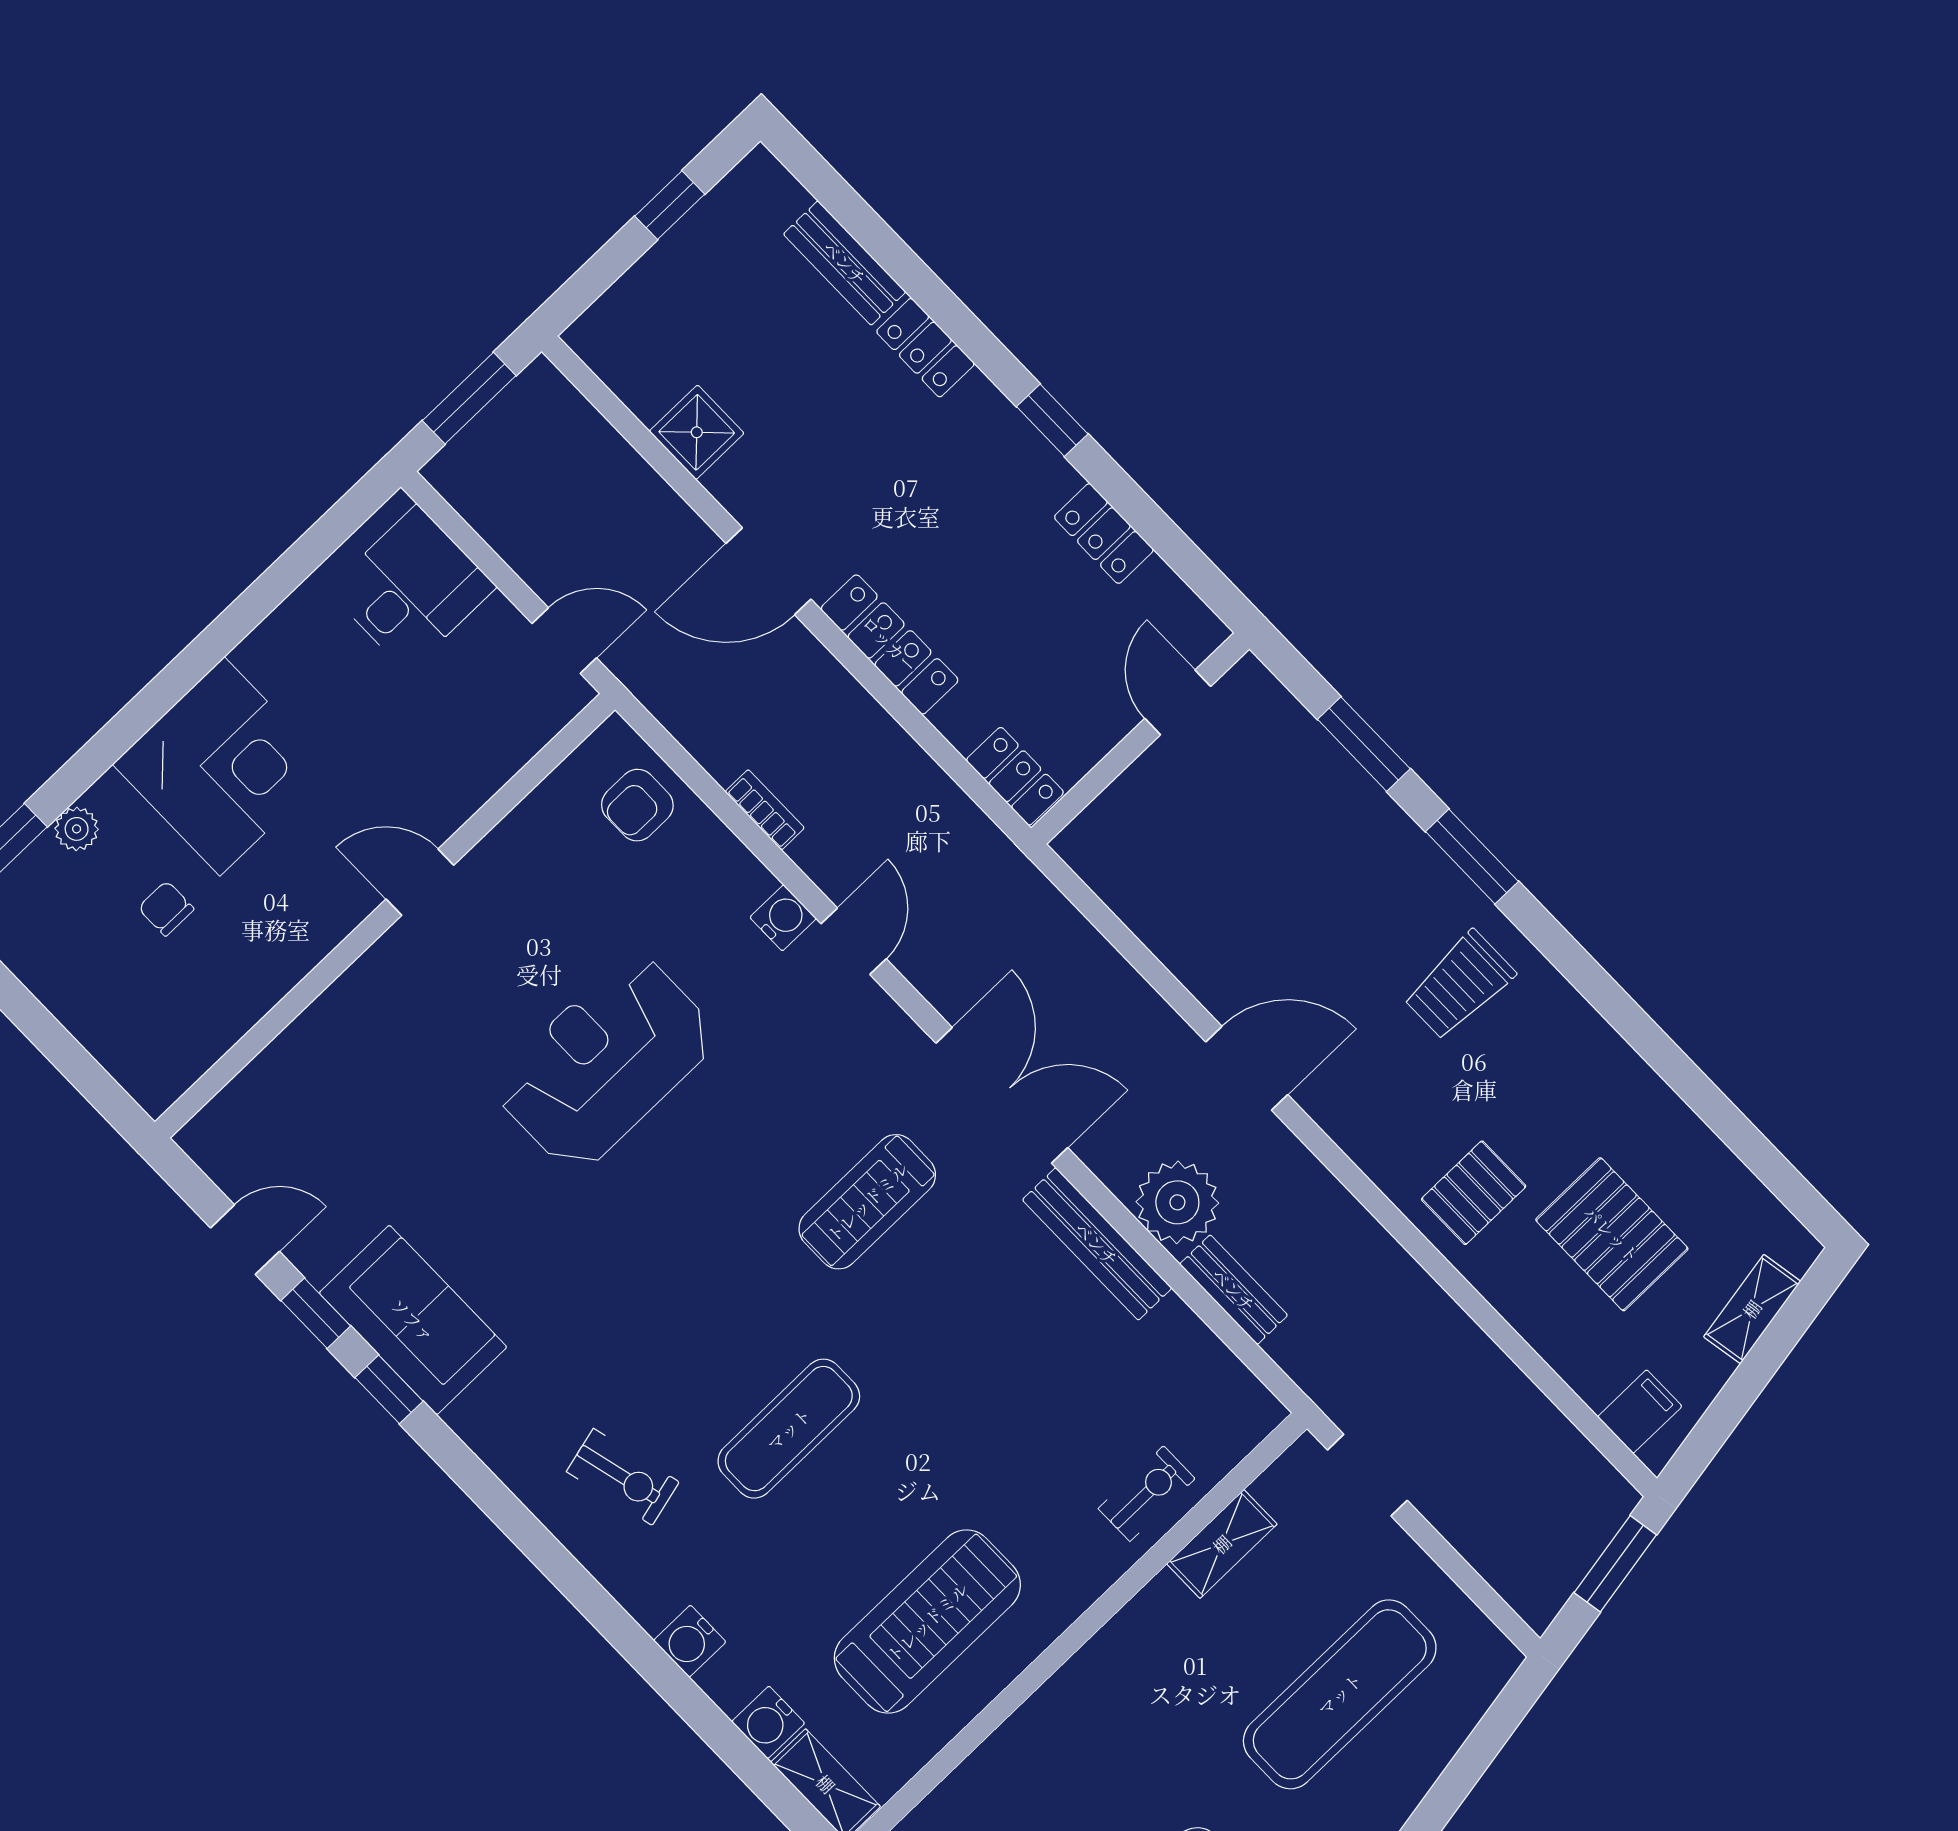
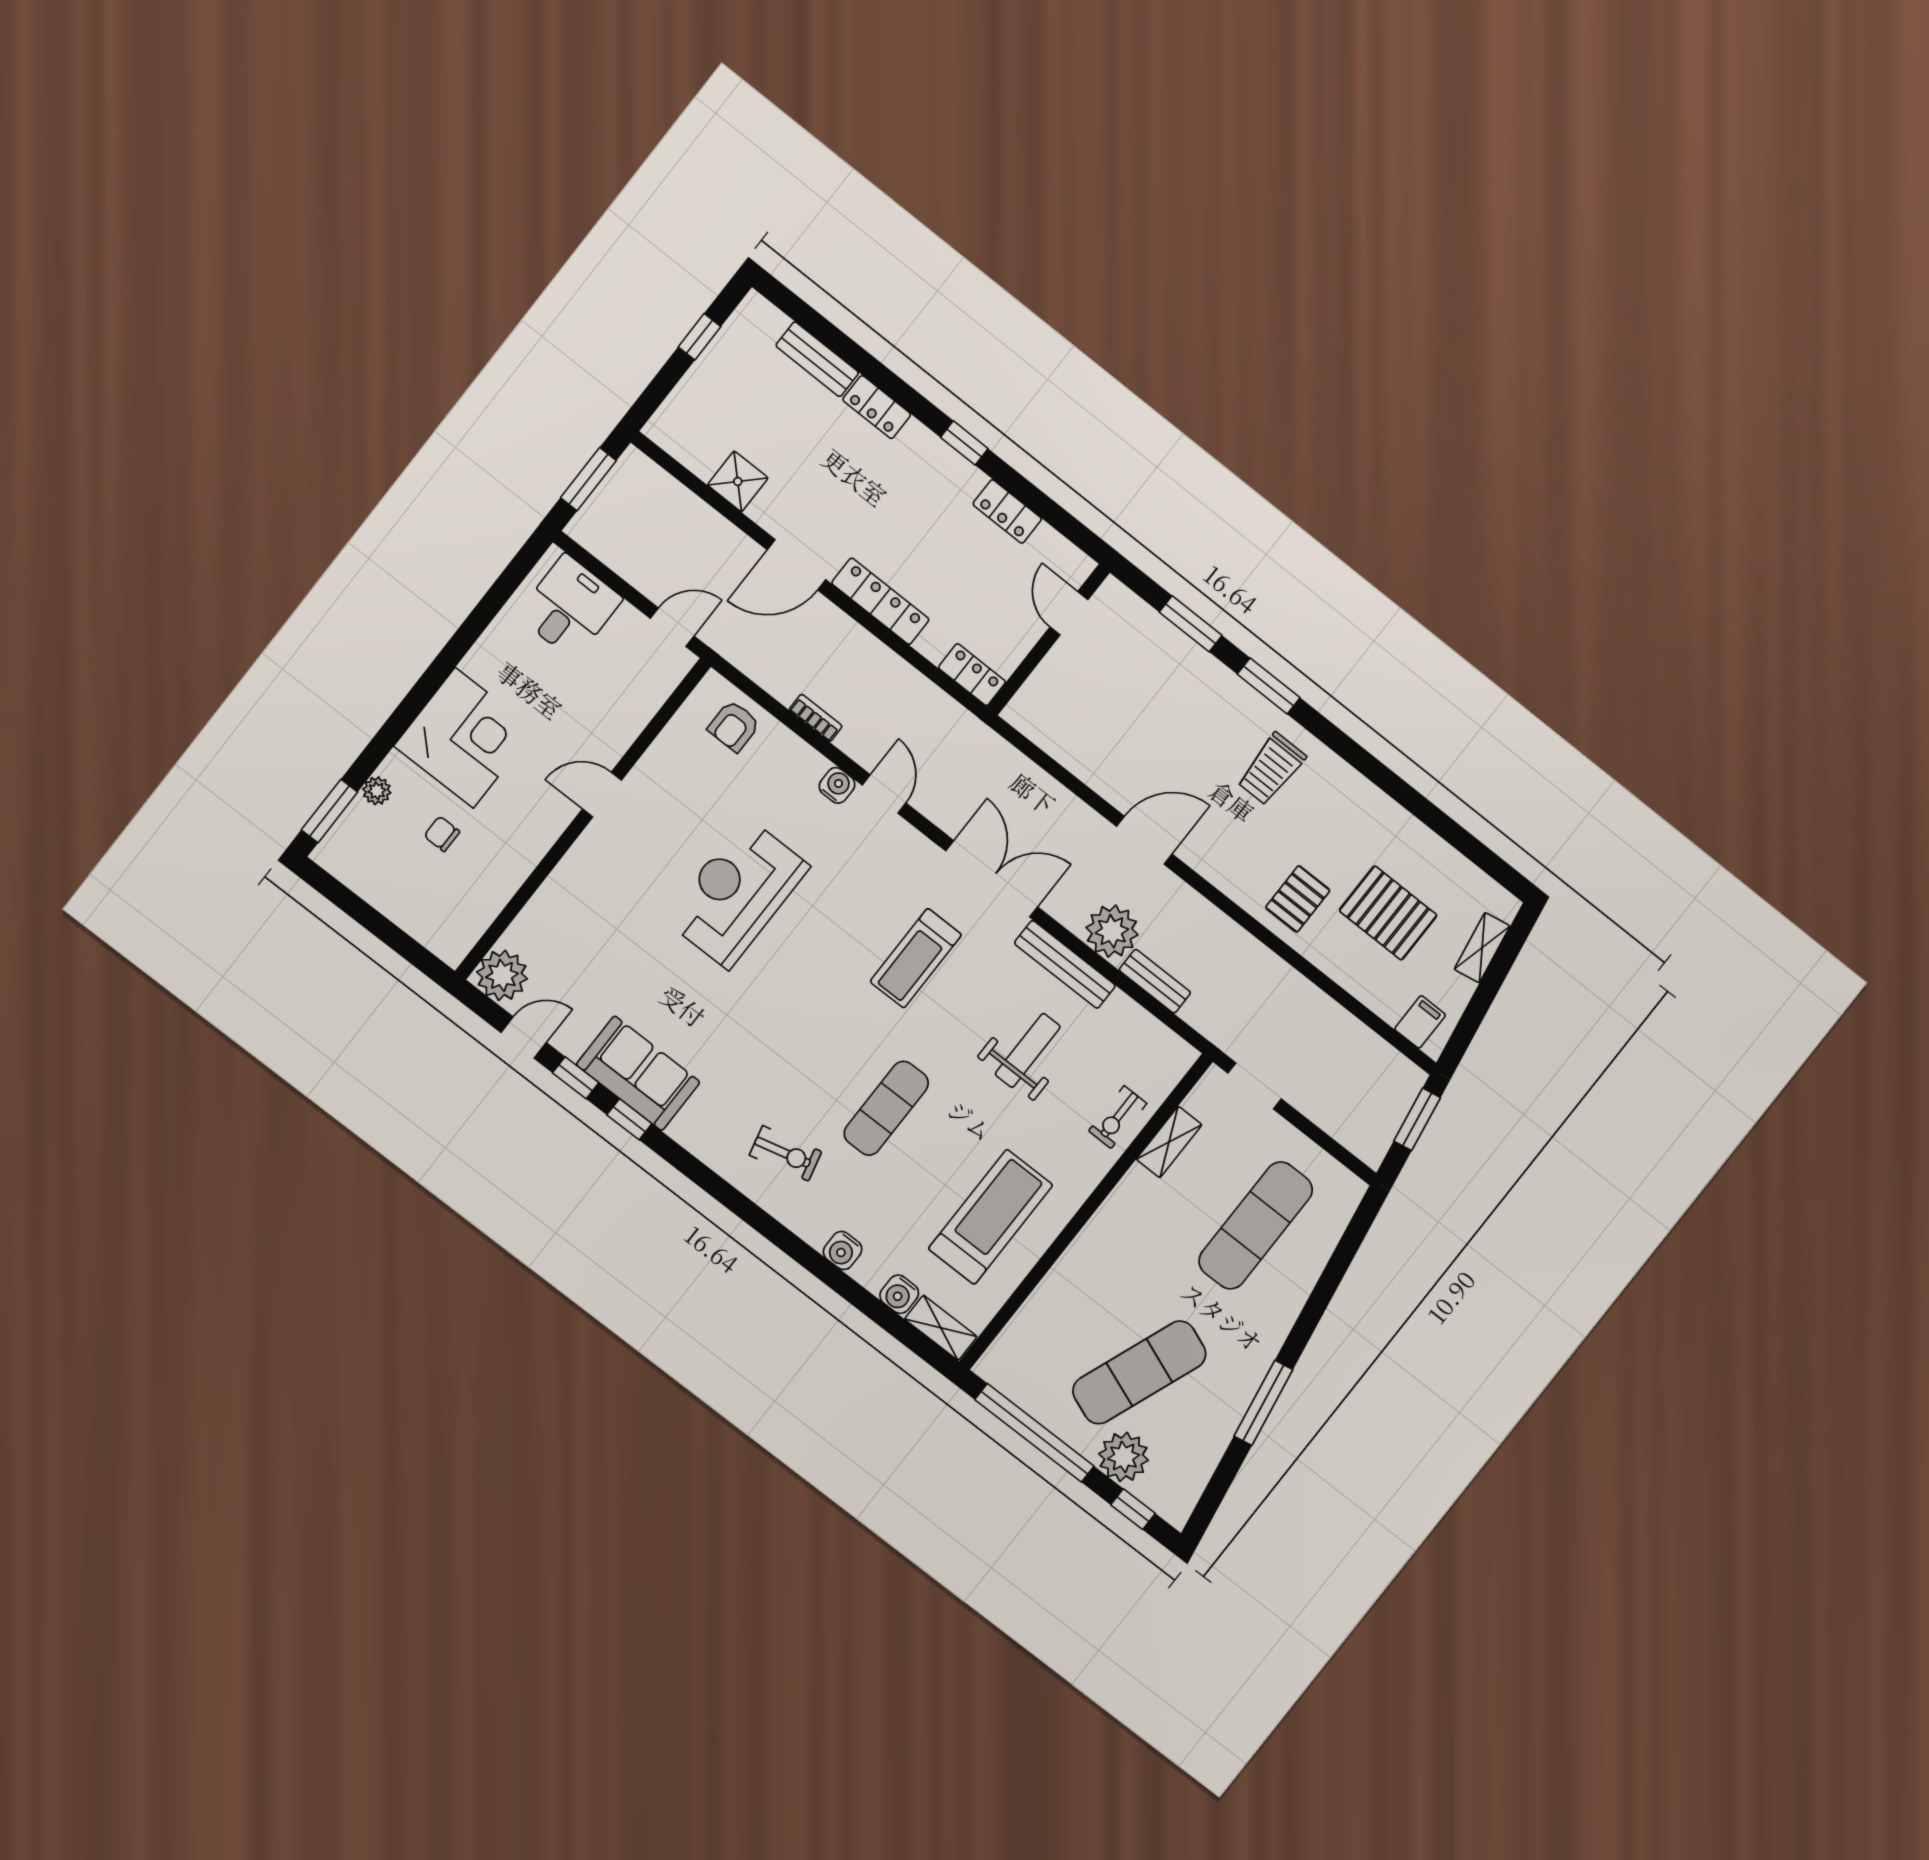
plant: (226, 1139) -> (502, 975), added
weight bench: (1021, 1370) -> (1028, 1050), added
exercise bike: (1147, 1494) -> (1118, 1117), turned 180

